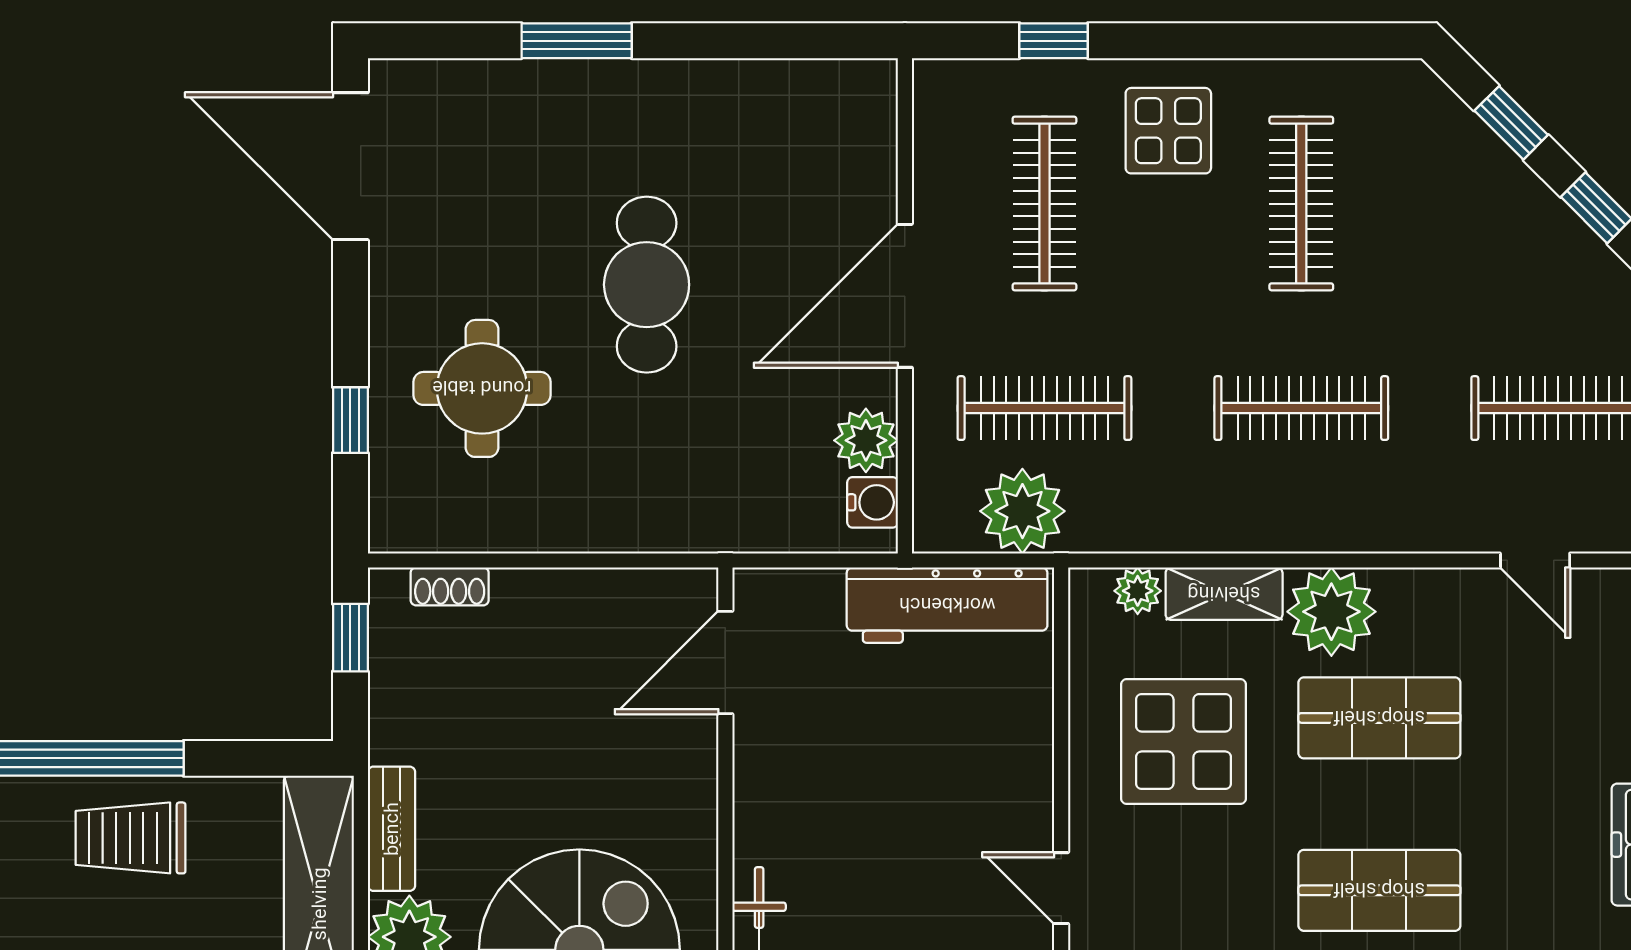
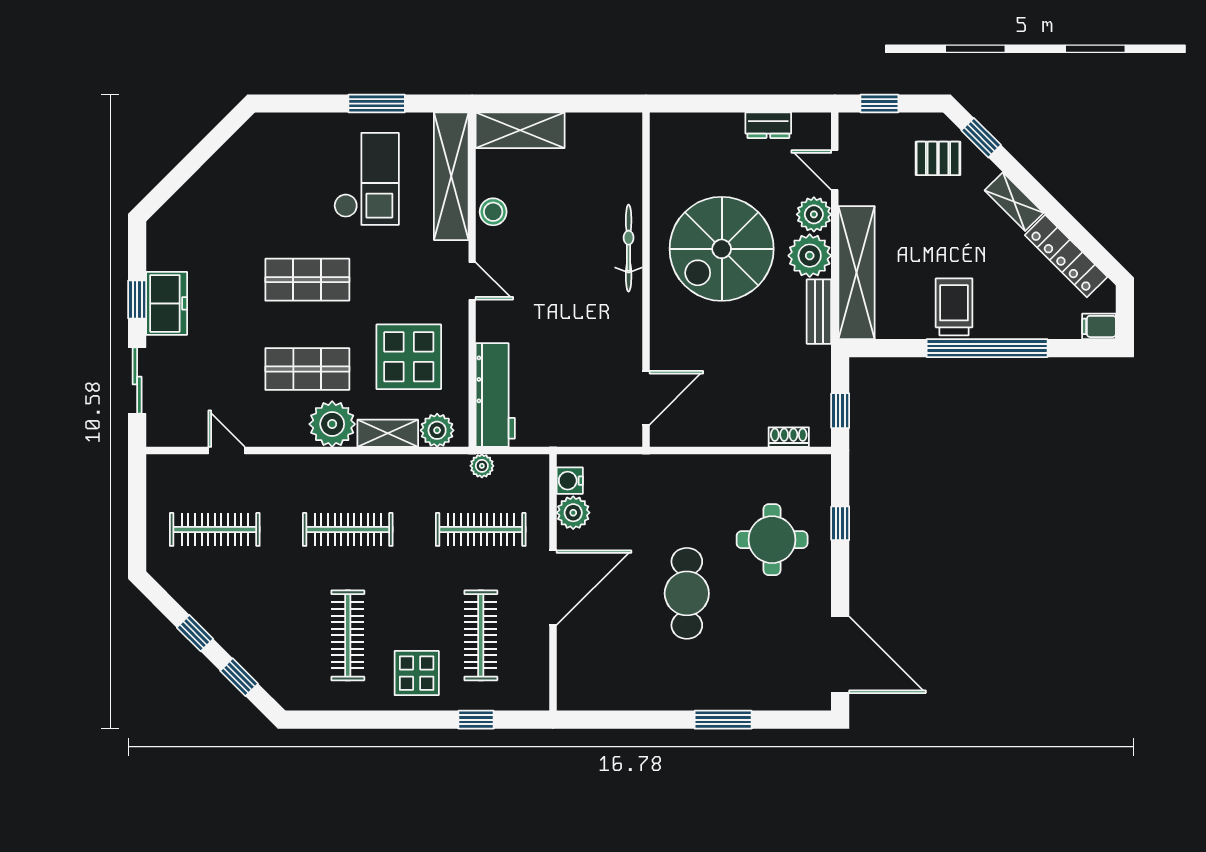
plant: (1022, 511) -> (482, 466), width x0.53, depth x0.53
plant: (1138, 591) -> (437, 430), width x1.38, depth x1.38
workbench: (947, 605) -> (495, 395), moved, turned 90
trolley: (131, 838) -> (954, 307), turned -90

